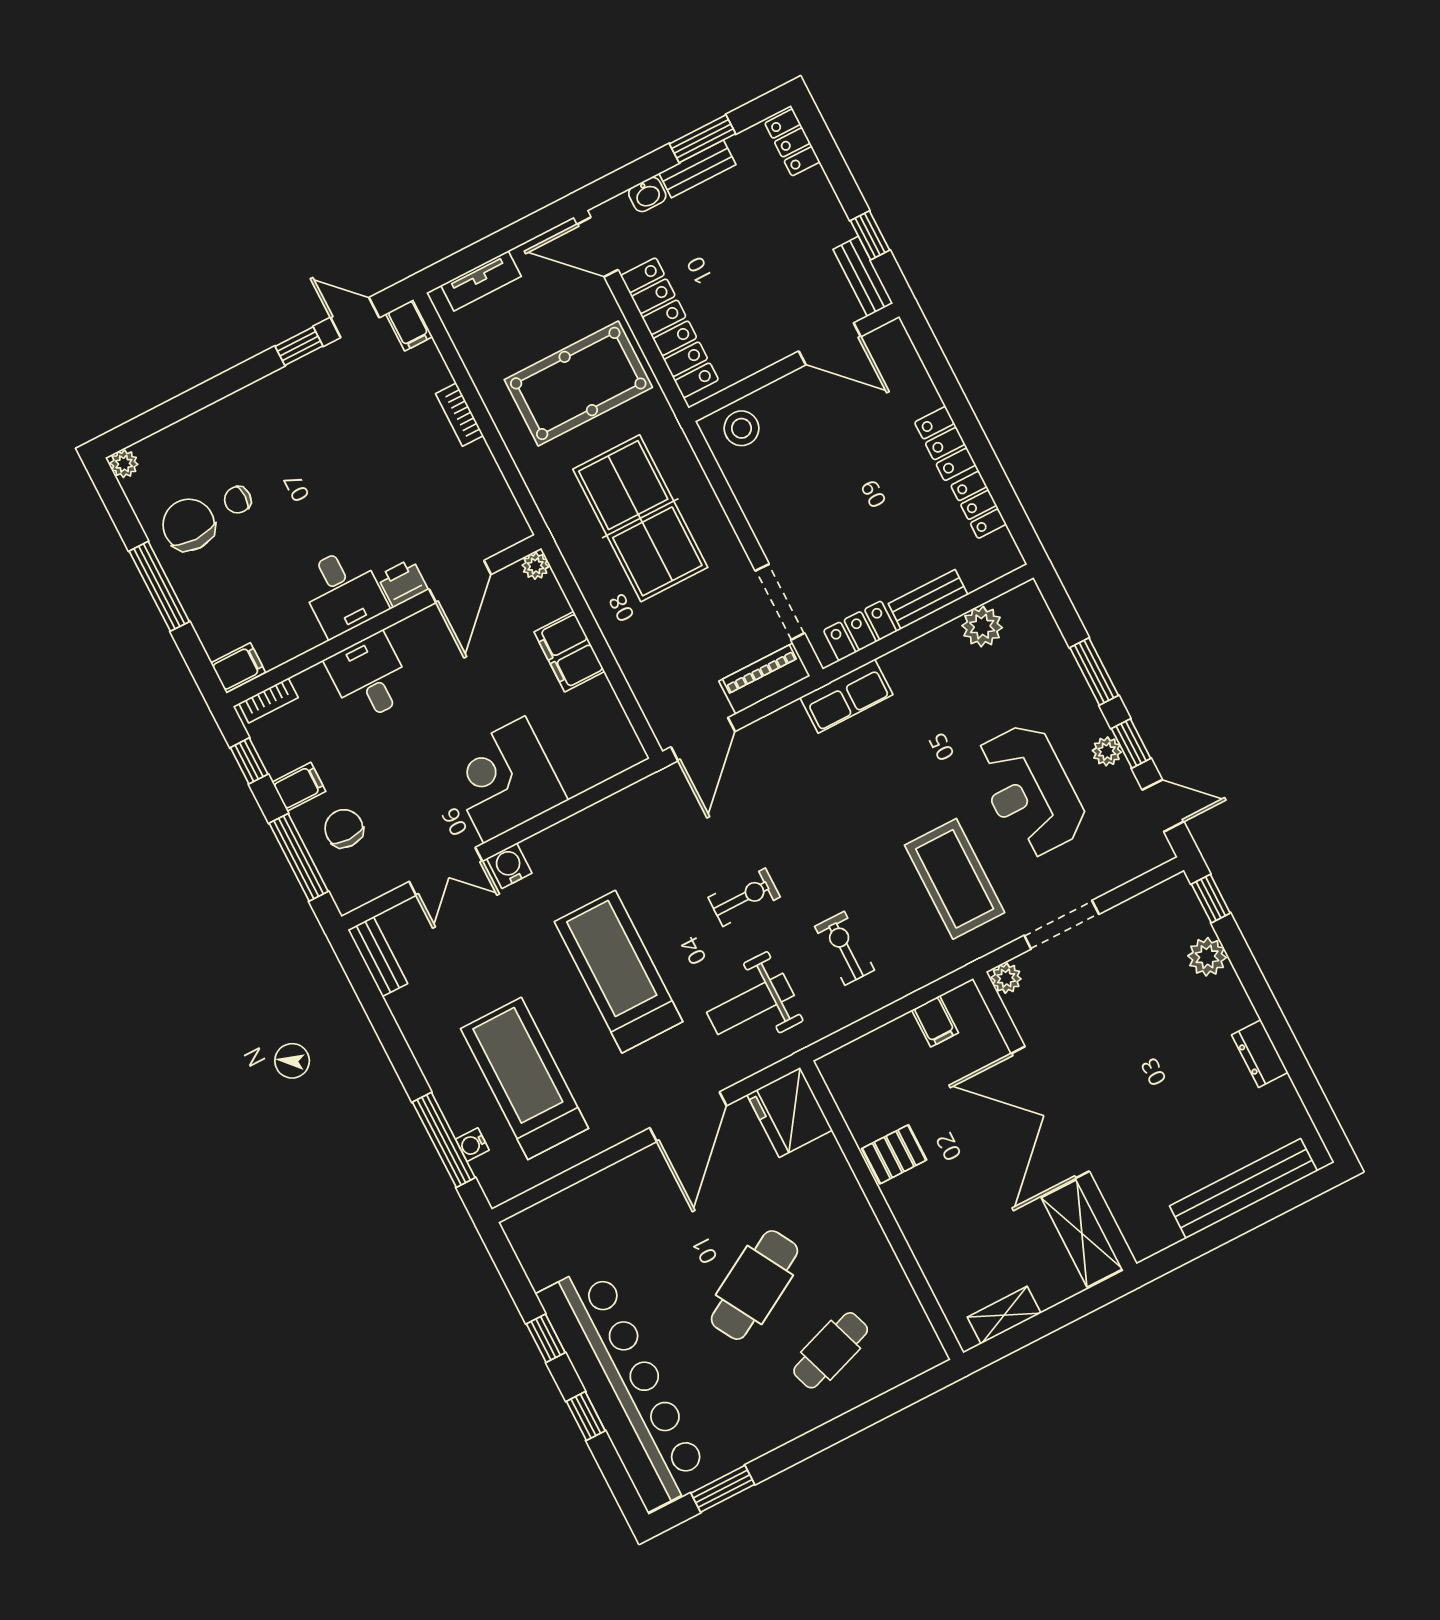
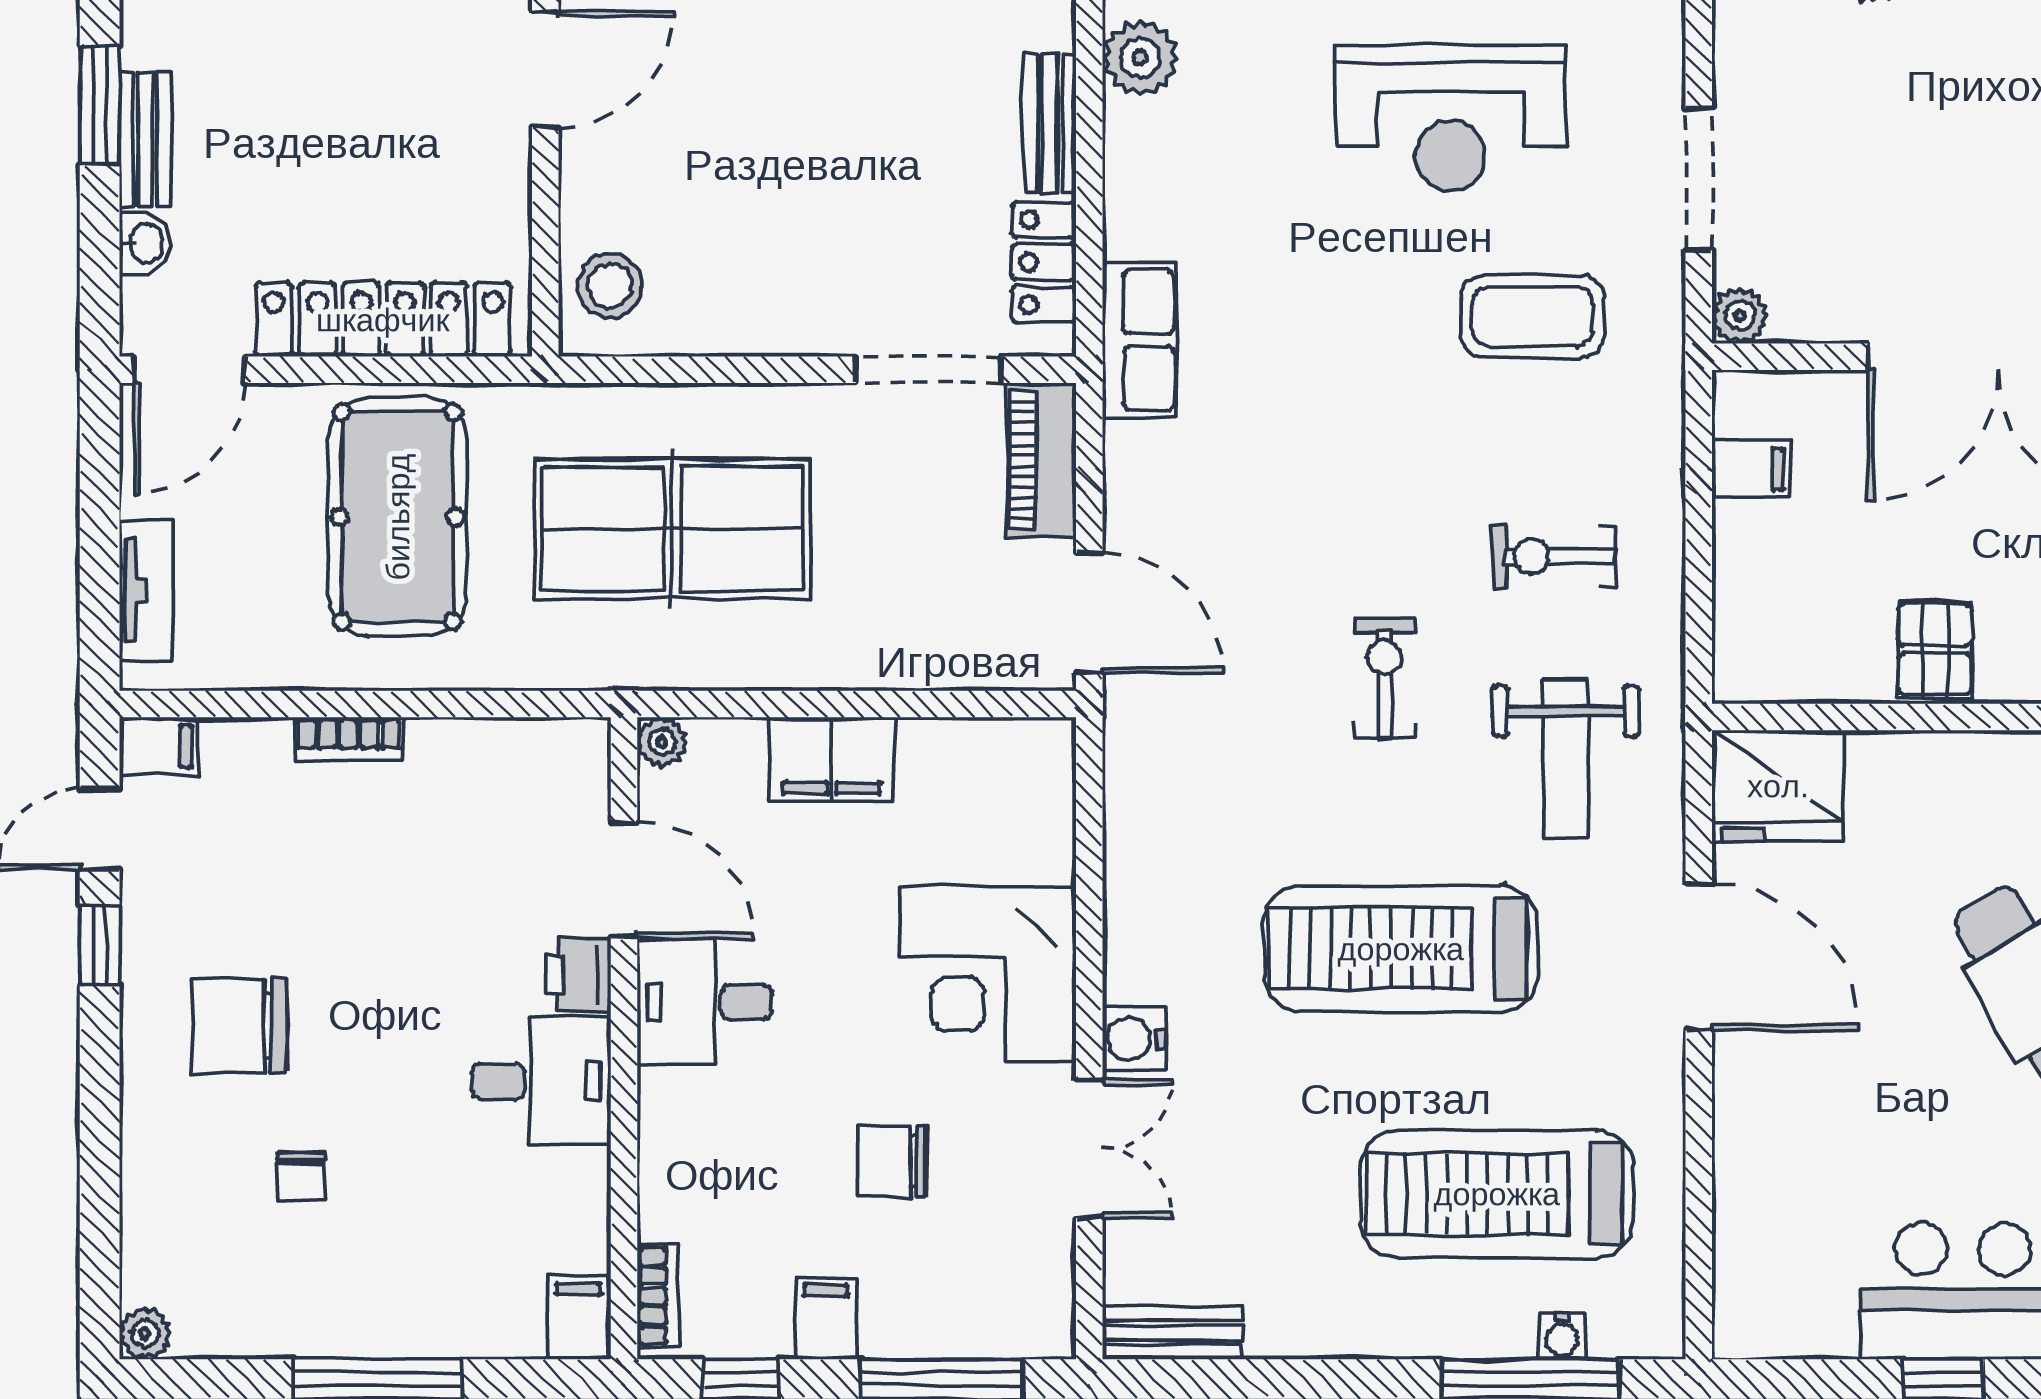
chair: (189, 525) -> (239, 1026), moved
desk: (369, 677) -> (705, 1002), moved
chair: (344, 829) -> (892, 1161), moved
coffee table: (955, 879) -> (1532, 316), width x0.73, depth x0.76

